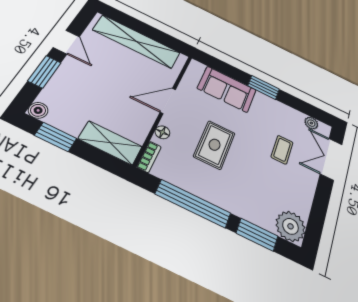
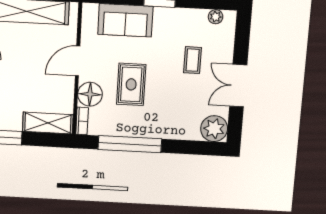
floor lamp: (162, 132) -> (90, 94), width x1.89, depth x1.89
double door: (331, 159) -> (238, 86), moved
window: (257, 235) -> (188, 147), removed

